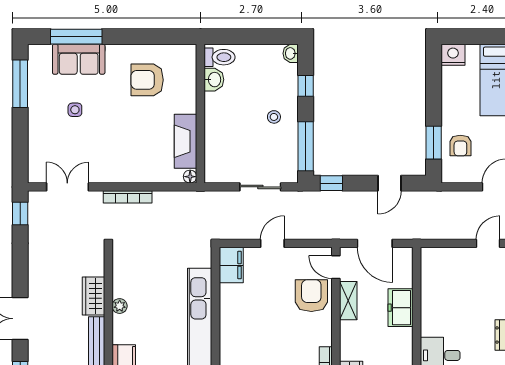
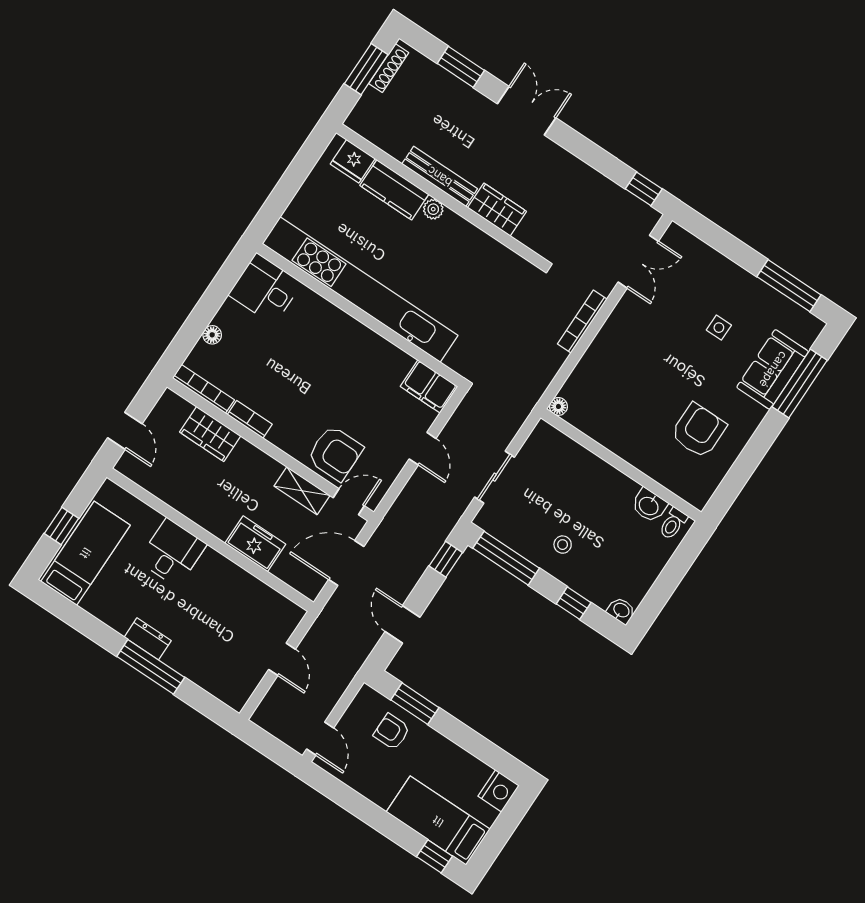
toilet: (220, 57) -> (673, 524), width x0.73, depth x0.72
fireplace: (186, 141) -> (601, 428), removed
door: (488, 243) -> (282, 659), moved
plant: (120, 306) -> (433, 209), moved

